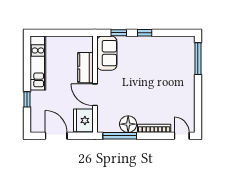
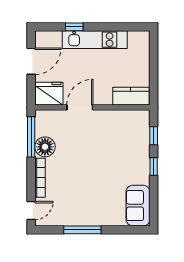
sofa: (107, 53) -> (138, 206), moved, turned 90
window: (198, 59) -> (82, 230), moved
kitchen unit: (38, 63) -> (95, 40), moved
kitchen counter: (85, 68) -> (131, 96), moved

